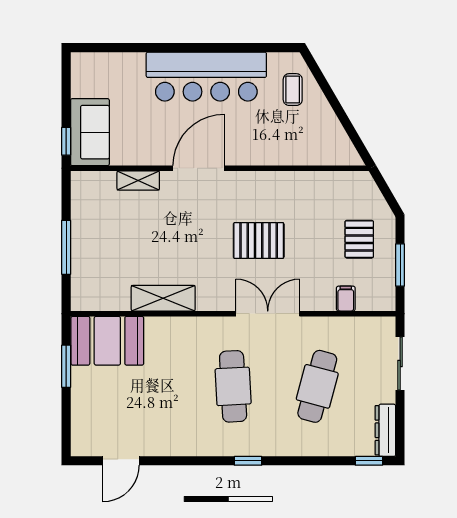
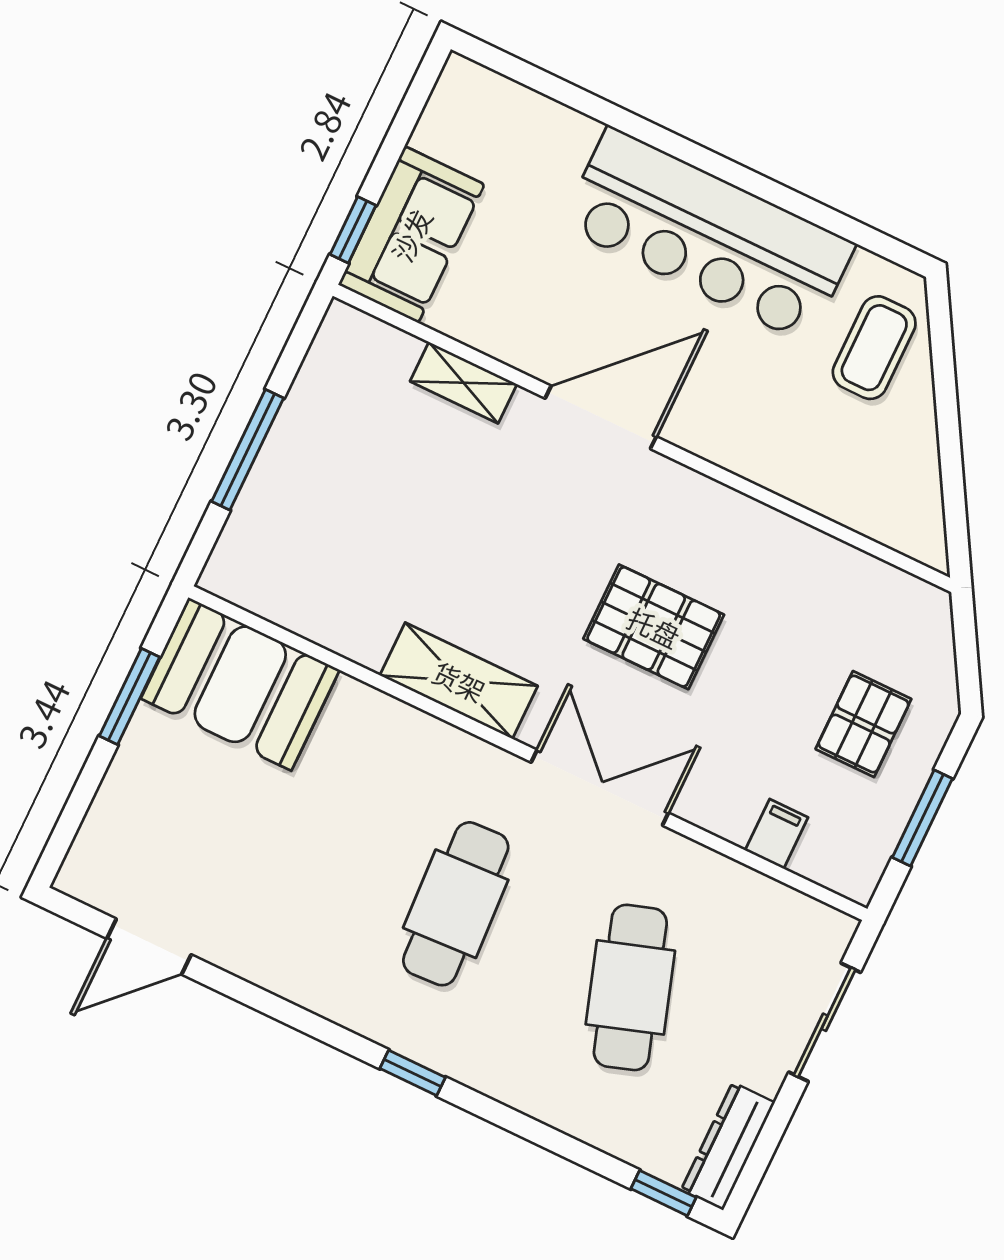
coffee table: (293, 90) -> (874, 348), width x1.36, depth x1.30
shelving: (163, 298) -> (459, 681), moved
cafe table: (317, 386) -> (630, 987), turned -33

